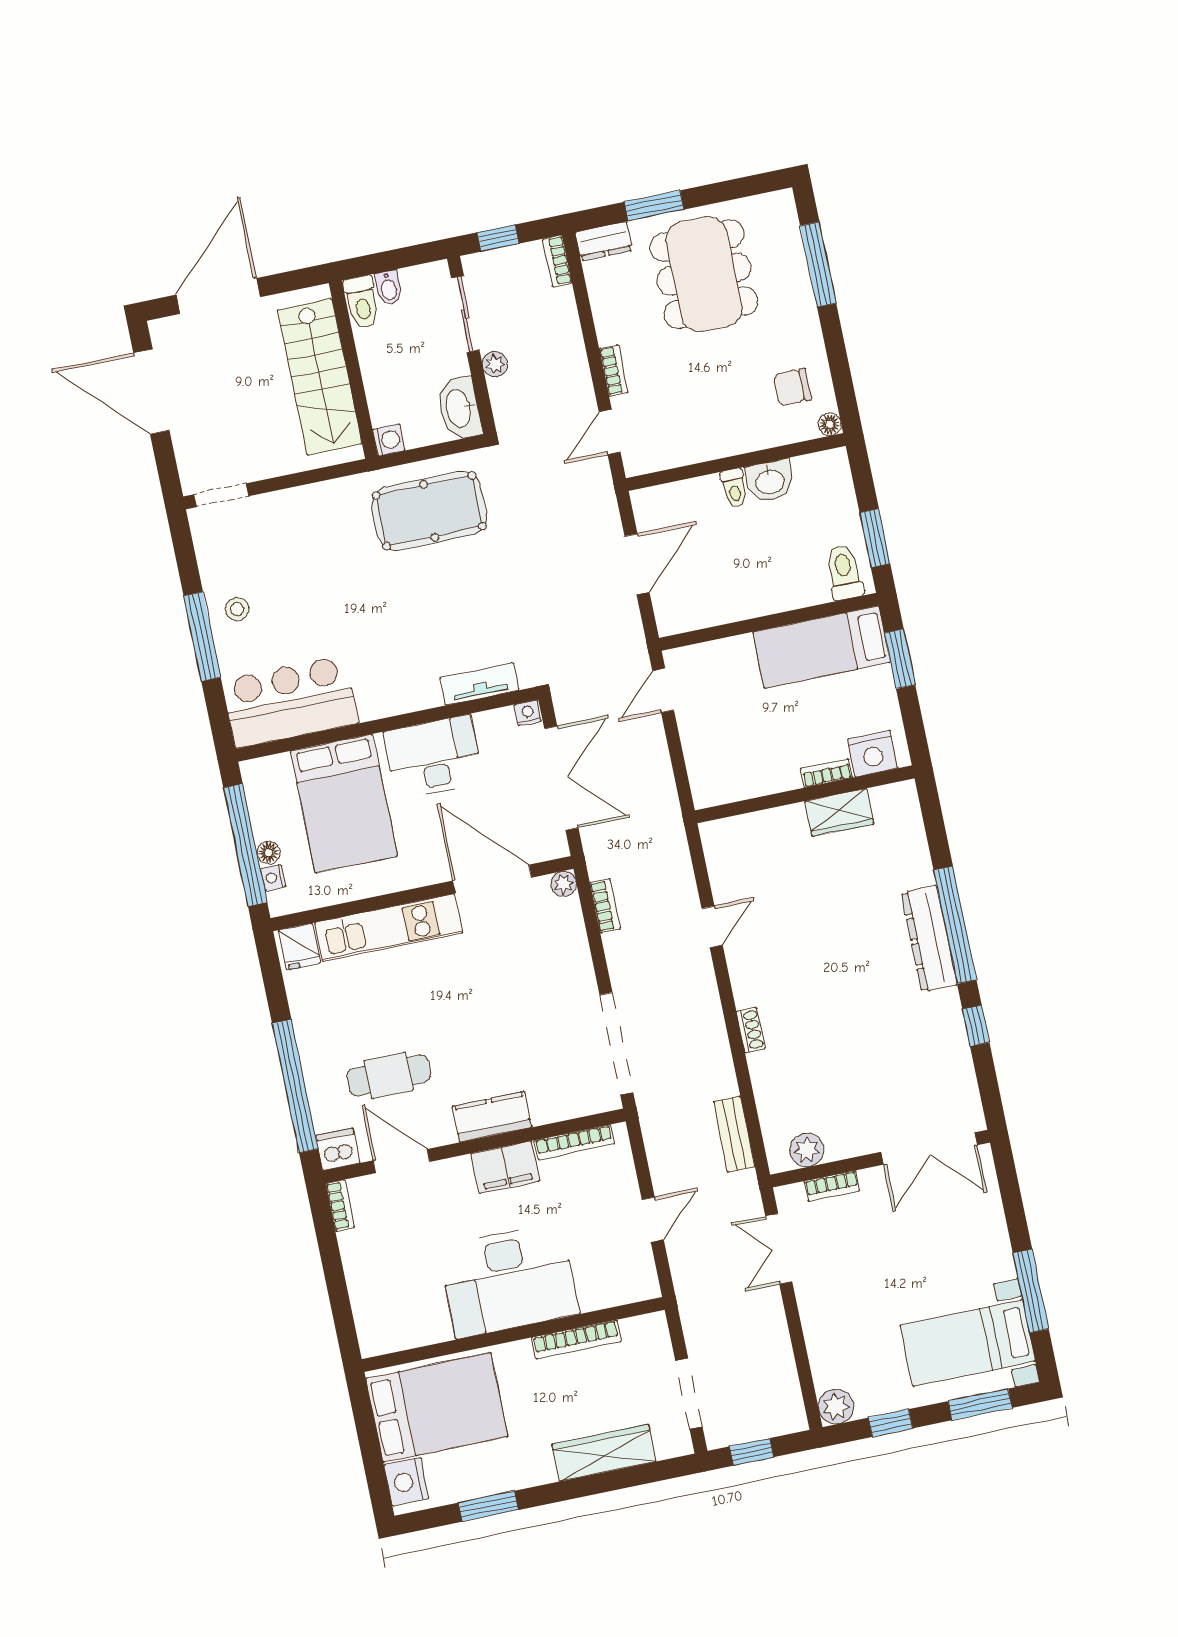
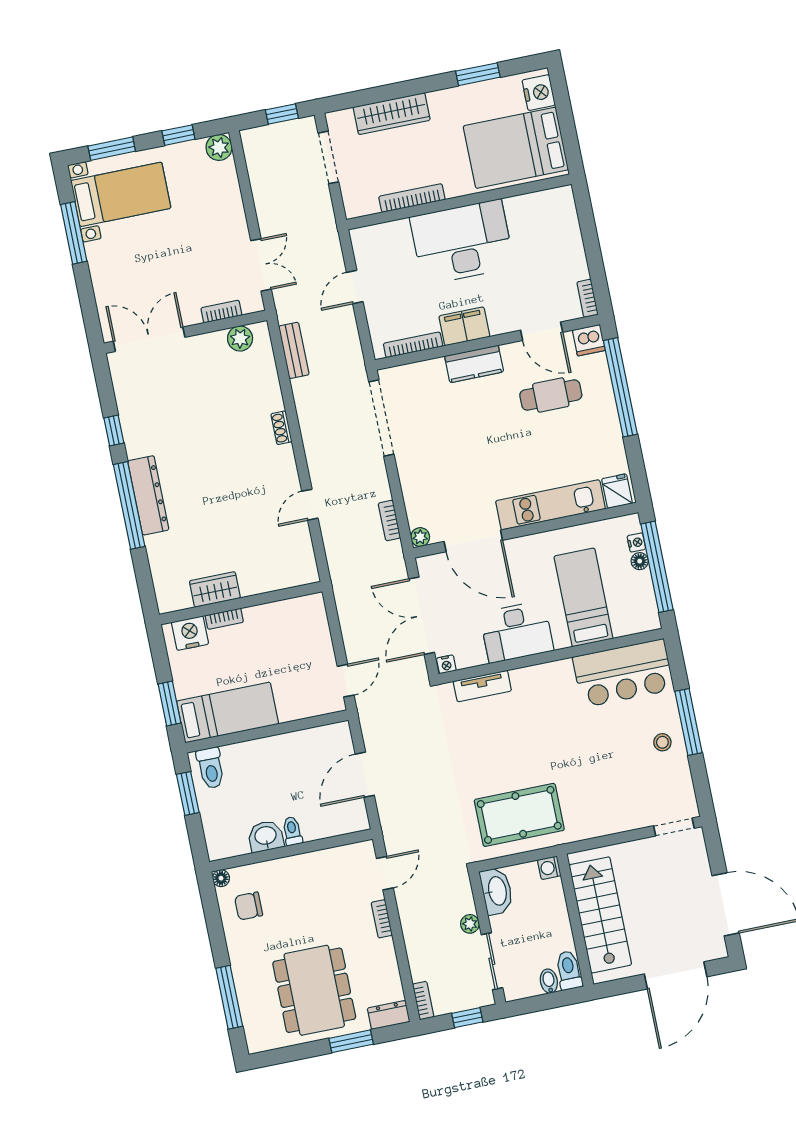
chair: (793, 387) -> (249, 906), turned 180
bed: (344, 803) -> (583, 597), width x0.67

